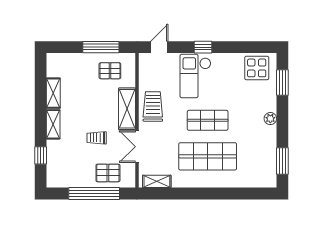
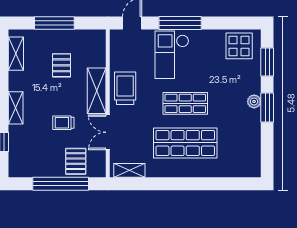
window: (101, 47) -> (54, 23), moved
window: (203, 47) -> (180, 23), width x2.17
pallet: (110, 71) -> (62, 65), moved, turned 90
shelving: (53, 93) -> (16, 54), moved
window: (282, 161) -> (267, 108), moved
pallet: (108, 173) -> (76, 161), turned 90

